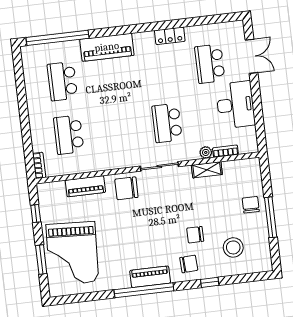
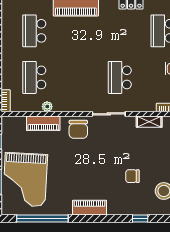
plant: (206, 152) -> (47, 107), moved
chair: (126, 188) -> (78, 129), turned -90
chair: (189, 264) -> (124, 201), removed
window: (144, 290) -> (42, 218), moved

